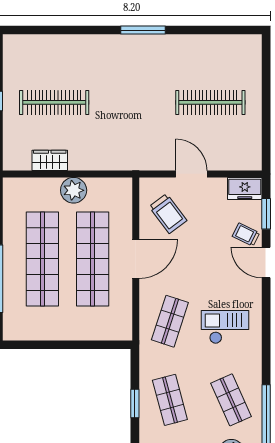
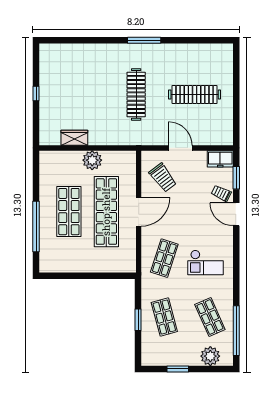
clothes rail: (54, 102) -> (136, 94), moved, turned 90
shop shelf: (42, 259) -> (69, 212), width x0.71
checkout: (225, 327) -> (206, 263), turned 180

